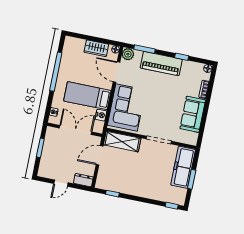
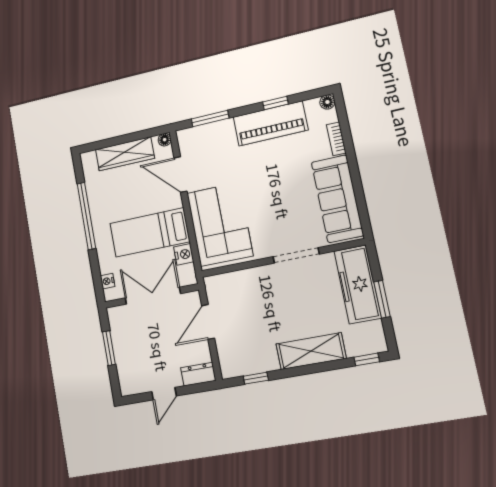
wardrobe: (96, 48) -> (125, 154), width x1.50
plant: (128, 54) -> (187, 138), removed
piano: (161, 64) -> (270, 123), moved
sofa: (193, 114) -> (337, 199), width x1.36
shelving: (122, 142) -> (311, 351), moved

